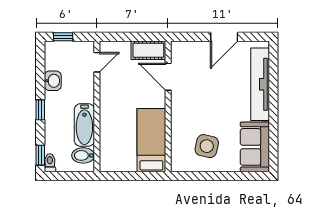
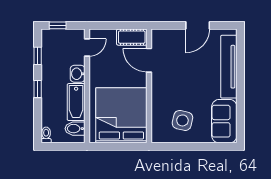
washbasin: (53, 81) -> (78, 74), moved, turned 180
bed: (151, 140) -> (121, 115), width x2.04
window: (40, 155) -> (38, 56), moved

